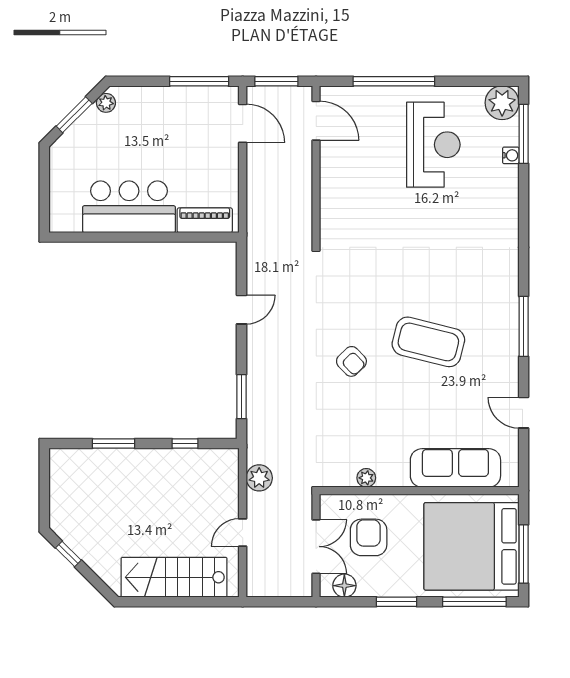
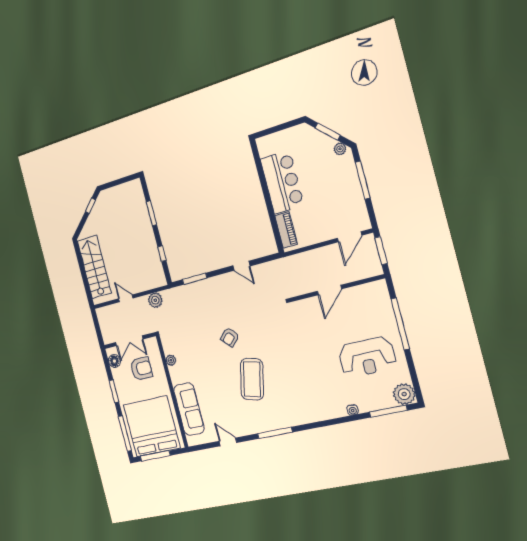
window: (199, 81) -> (363, 180), moved
door: (316, 121) -> (329, 290), moved
water cooler: (511, 155) -> (353, 410), moved
door: (524, 413) -> (228, 442), hinge flipped

